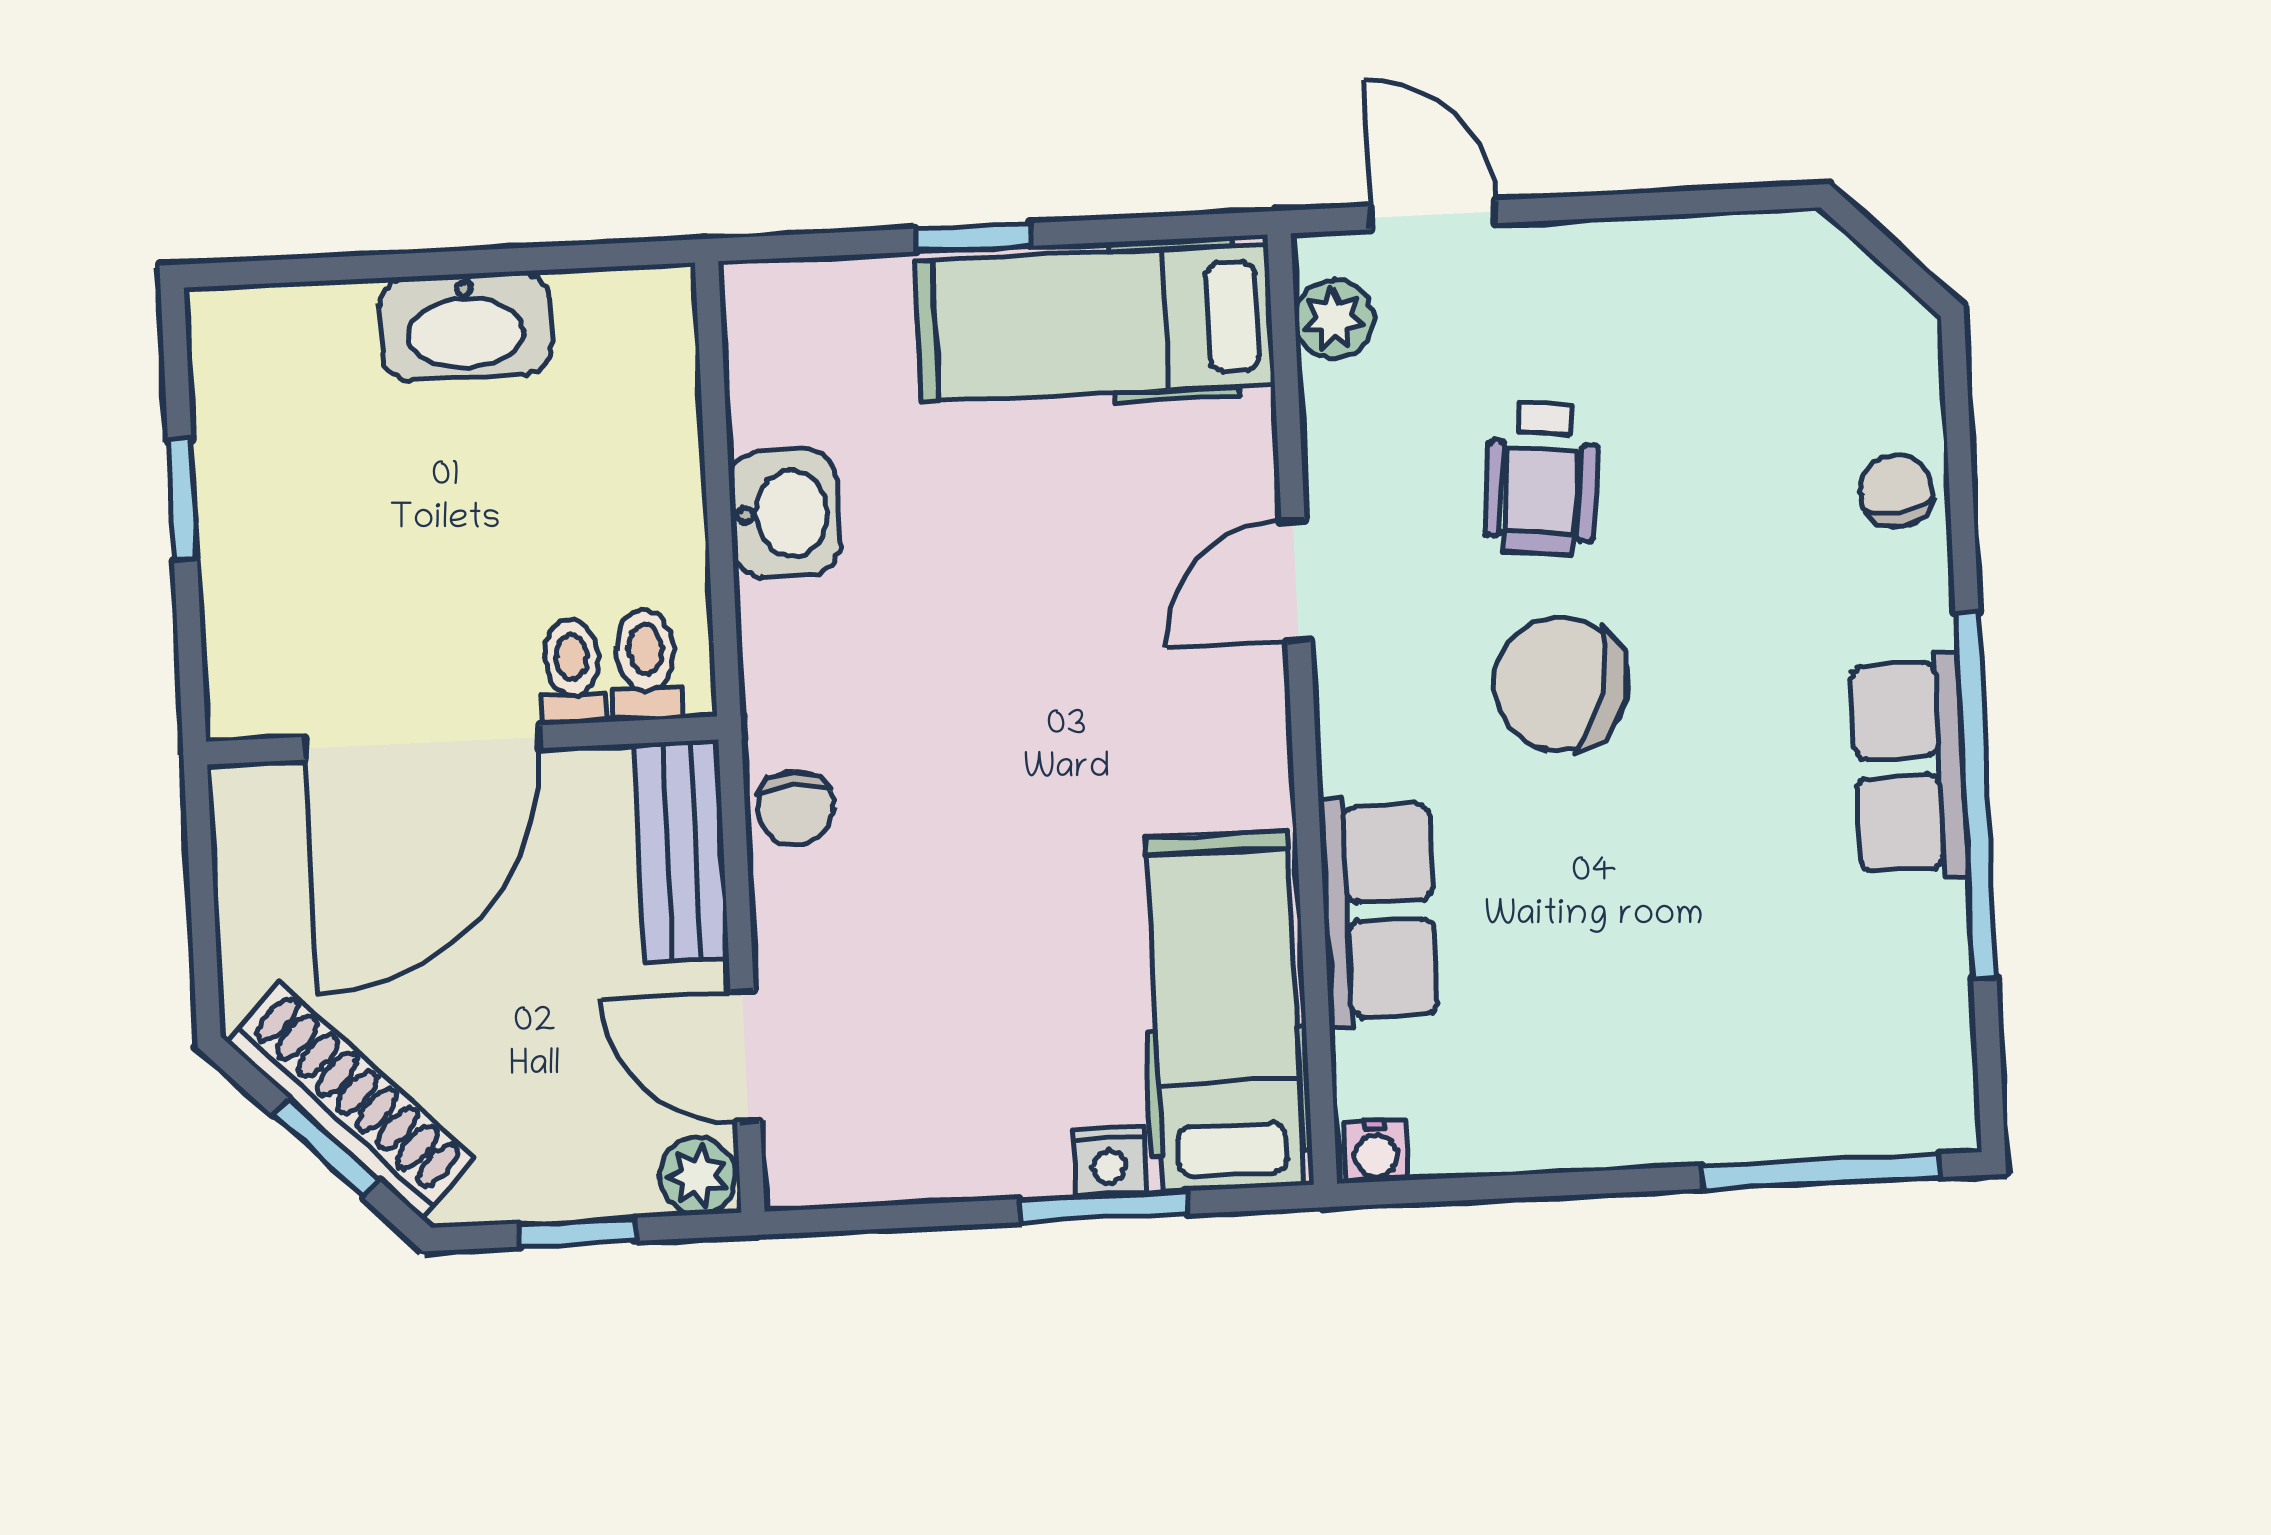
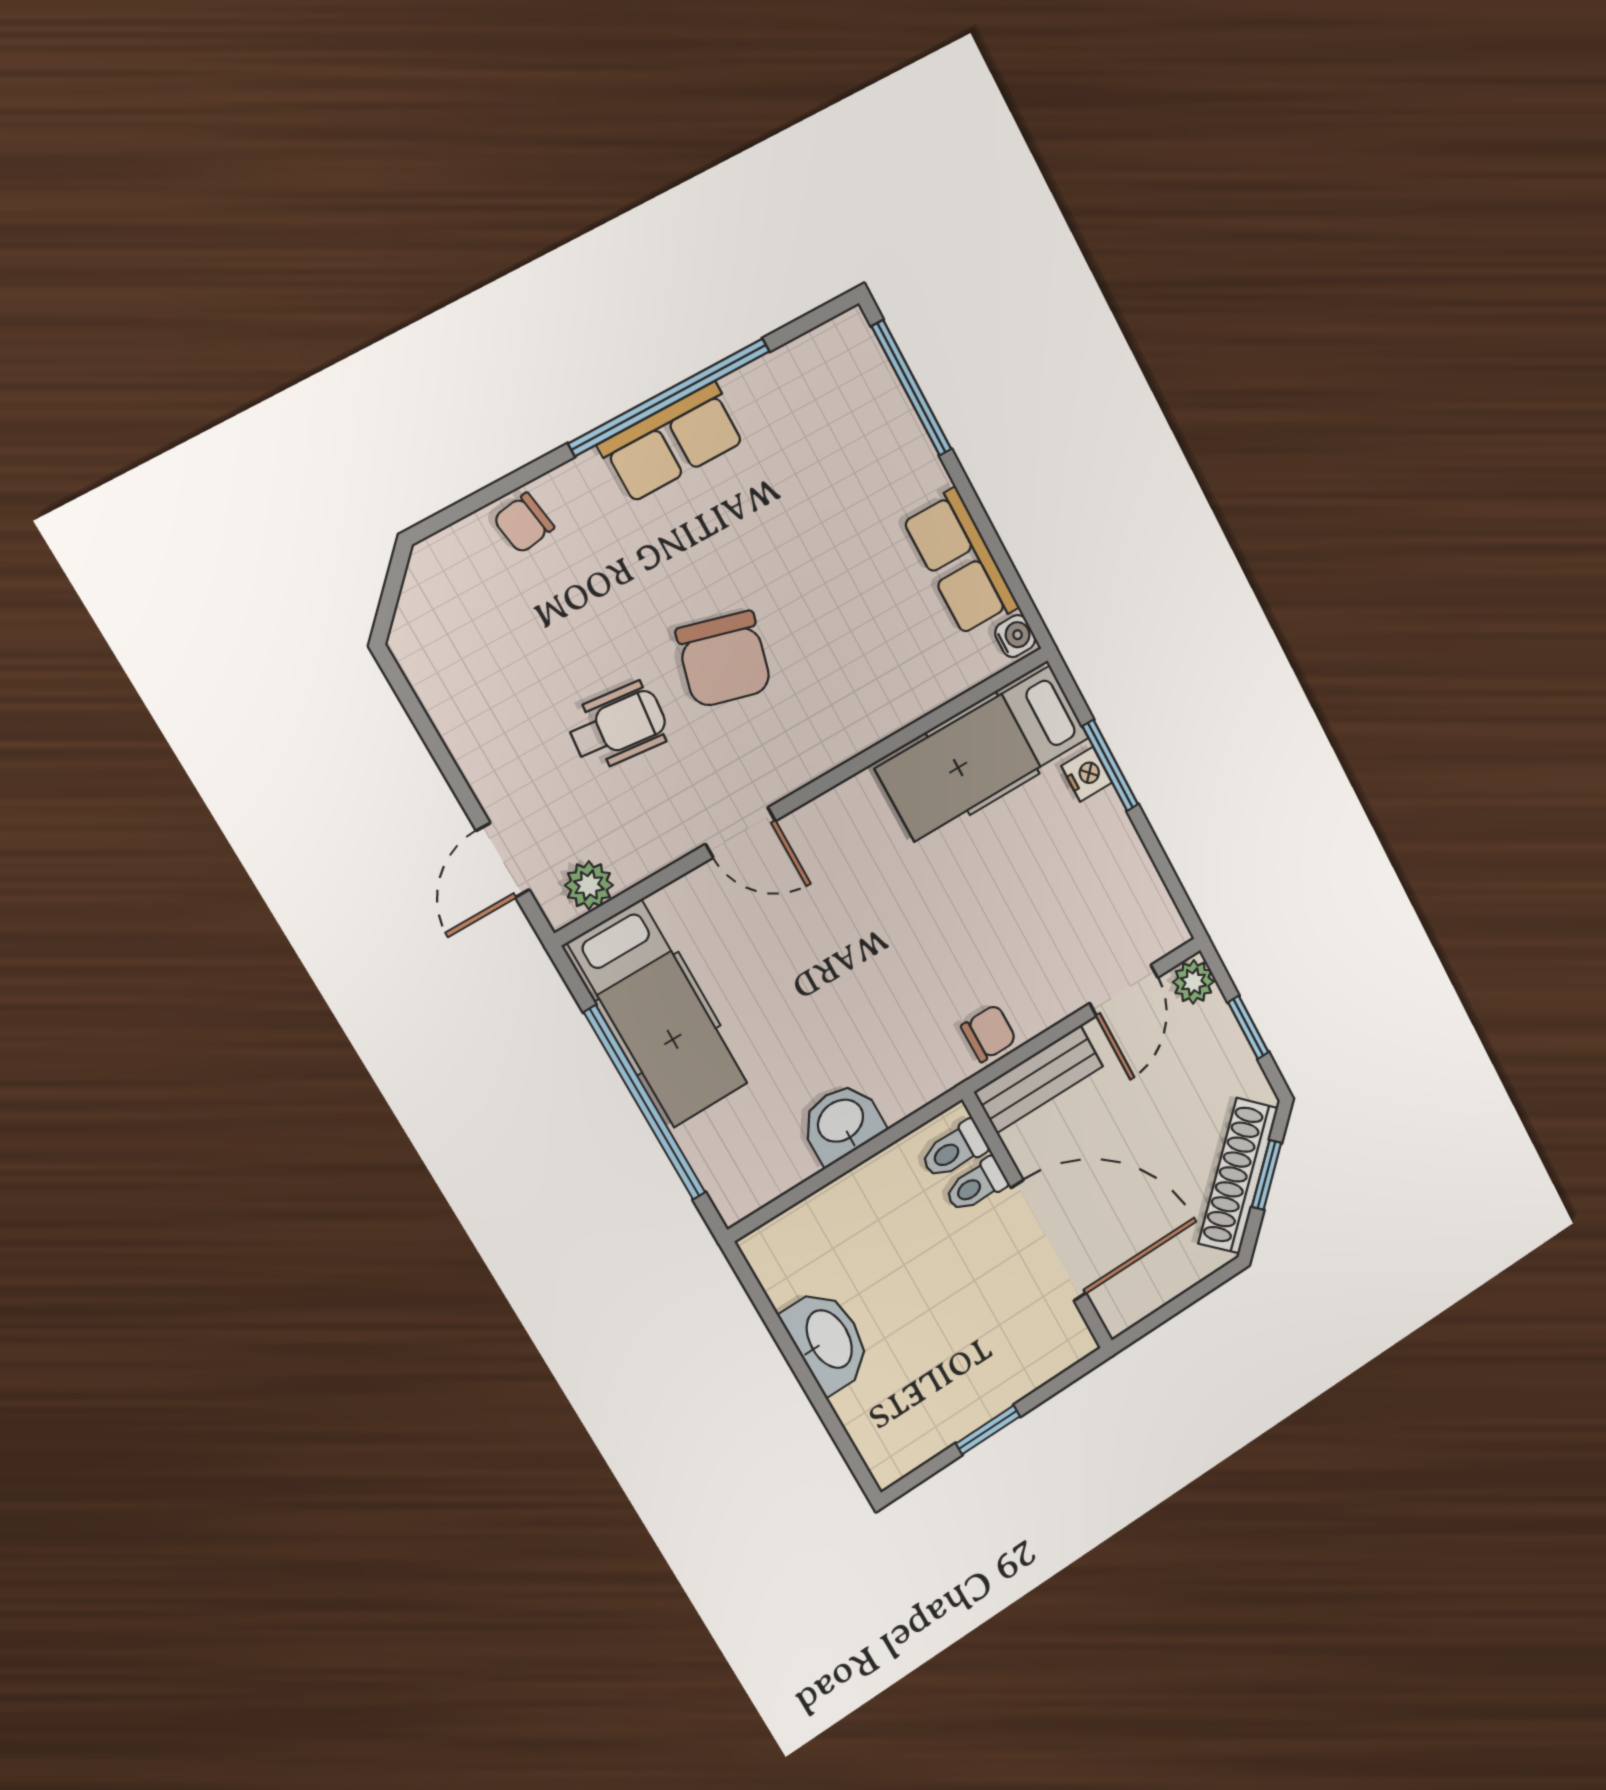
window: (974, 237) -> (645, 1103), width x3.17
row of seats: (1378, 911) -> (961, 562), moved, turned -90

